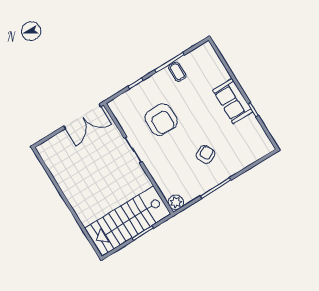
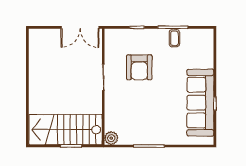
sofa: (233, 101) -> (200, 103), width x1.85, depth x1.27
armchair: (206, 154) -> (157, 115), removed

